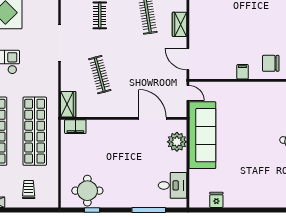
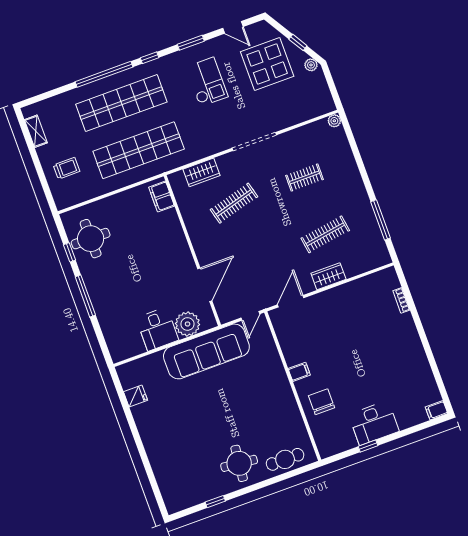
wardrobe: (68, 104) -> (202, 172), moved
desk: (173, 185) -> (157, 329), moved
window: (149, 210) -> (85, 296), moved

